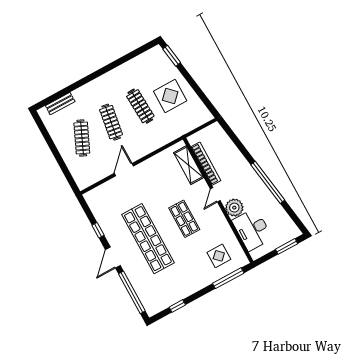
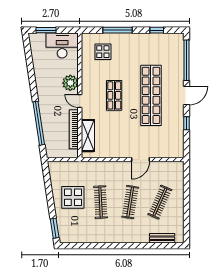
window: (268, 182) -> (39, 123), moved
door: (215, 195) -> (80, 101), swing flipped
desk: (252, 229) -> (62, 45), moved, turned -90
window: (228, 278) -> (118, 30), moved

